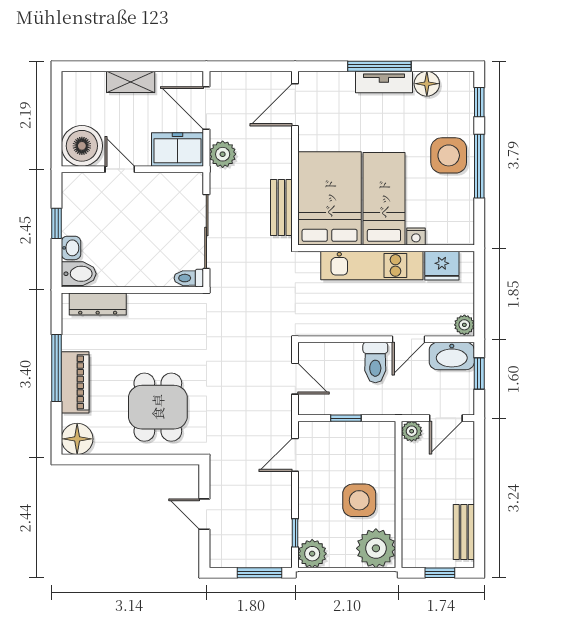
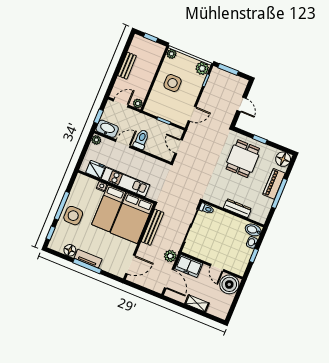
bench: (281, 207) -> (153, 227), width x1.36
dresser: (98, 304) -> (237, 208), moved
window: (140, 459) -> (260, 139), added
bench: (464, 532) -> (127, 66), moved
plant: (376, 548) -> (171, 54), width x0.53, depth x0.53

